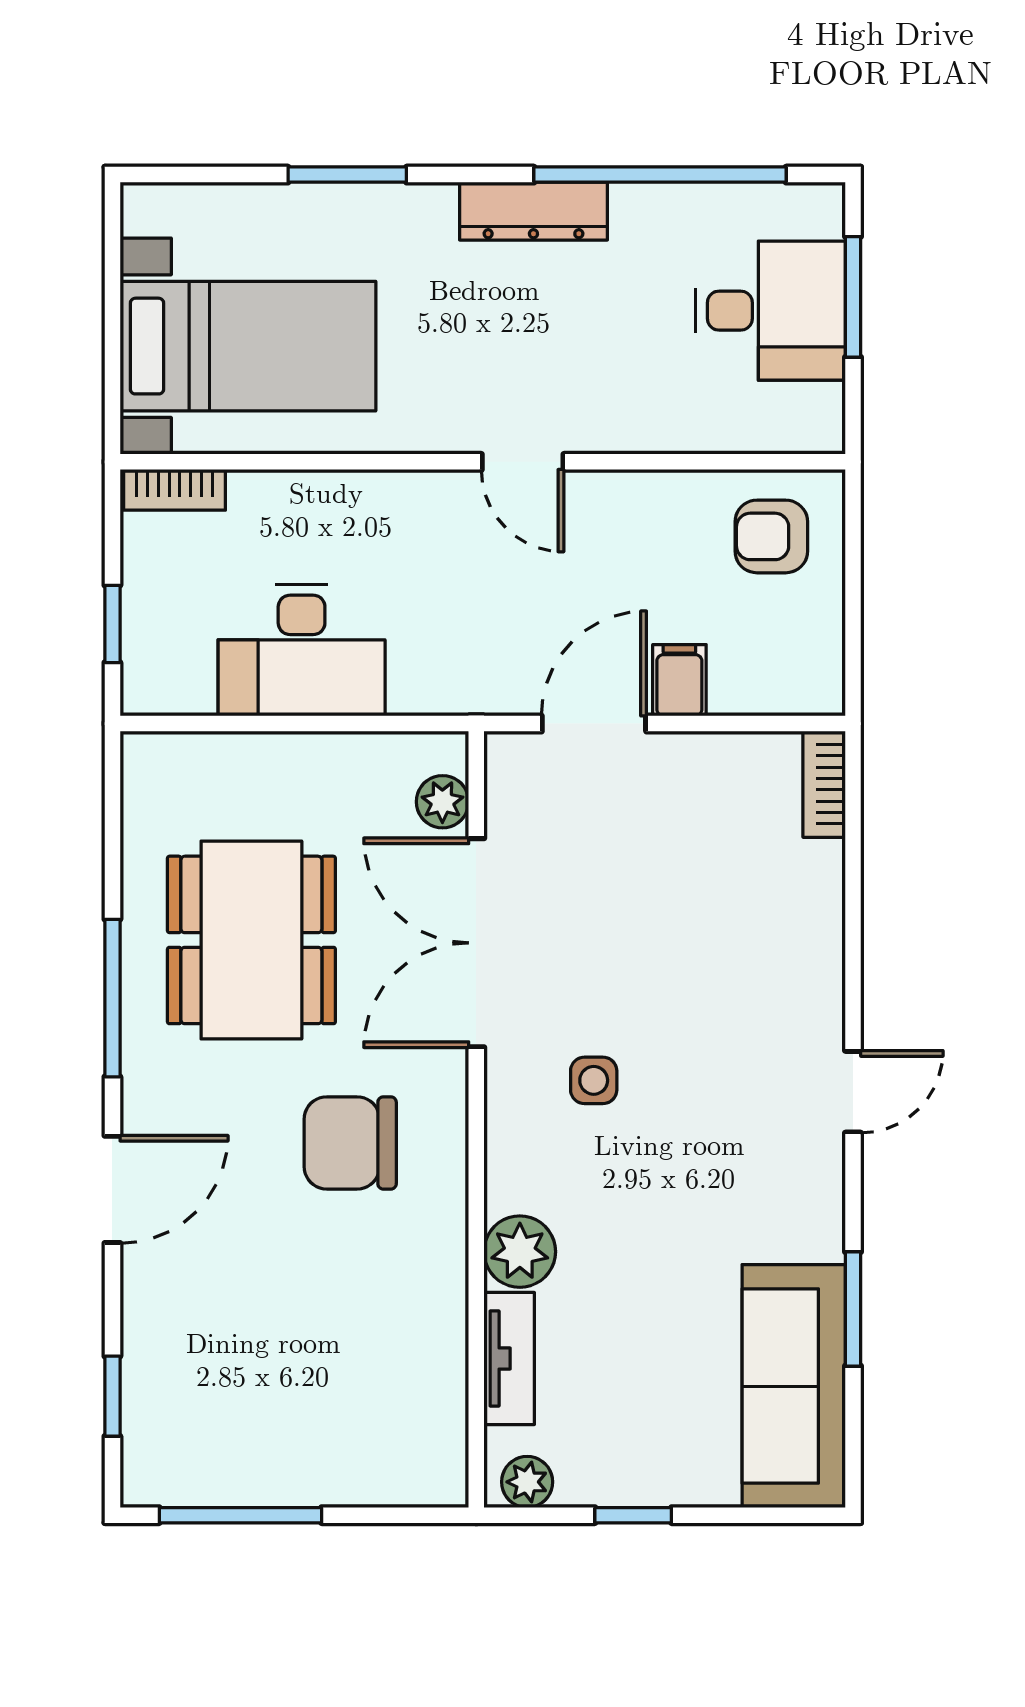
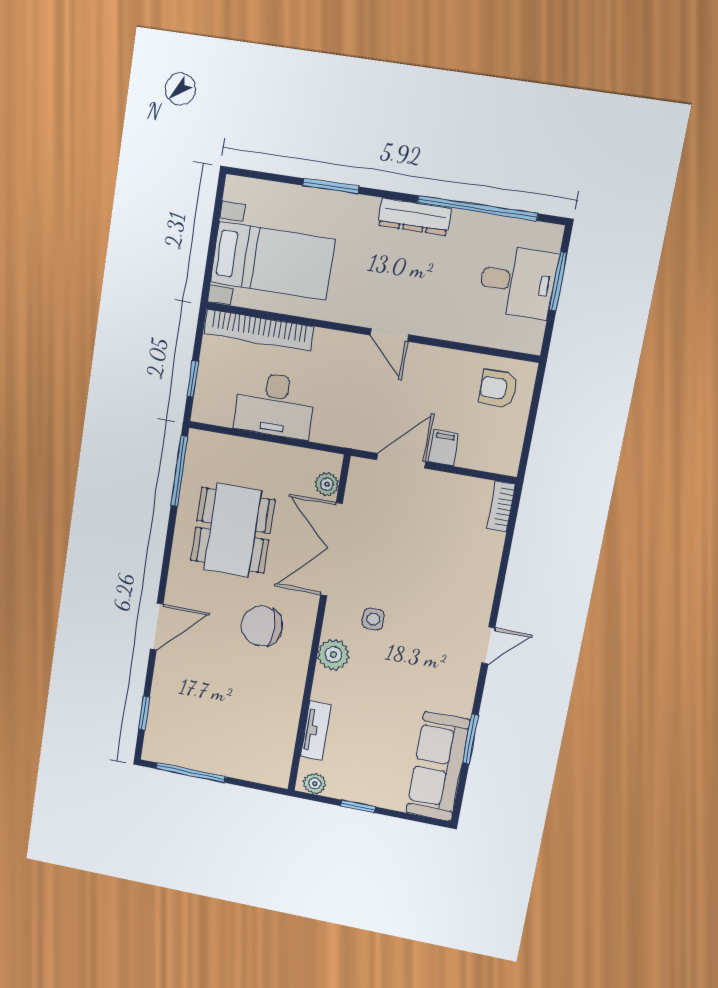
bookcase: (174, 490) -> (259, 330), width x2.31, depth x1.31
window: (112, 998) -> (179, 471), moved
plant: (520, 1252) -> (333, 655), moved

